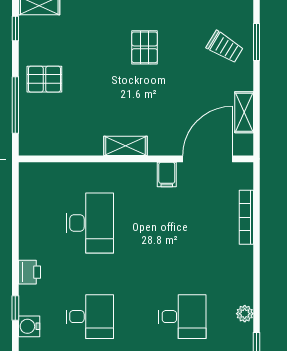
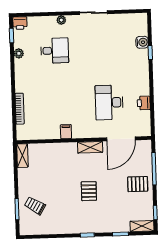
pallet: (145, 47) -> (89, 191), moved
shelving: (244, 112) -> (22, 156), moved
door: (208, 159) -> (121, 139), moved
printer: (30, 272) -> (144, 103), moved
desk: (90, 317) -> (108, 49), removed
desk: (182, 317) -> (55, 51), turned 180

